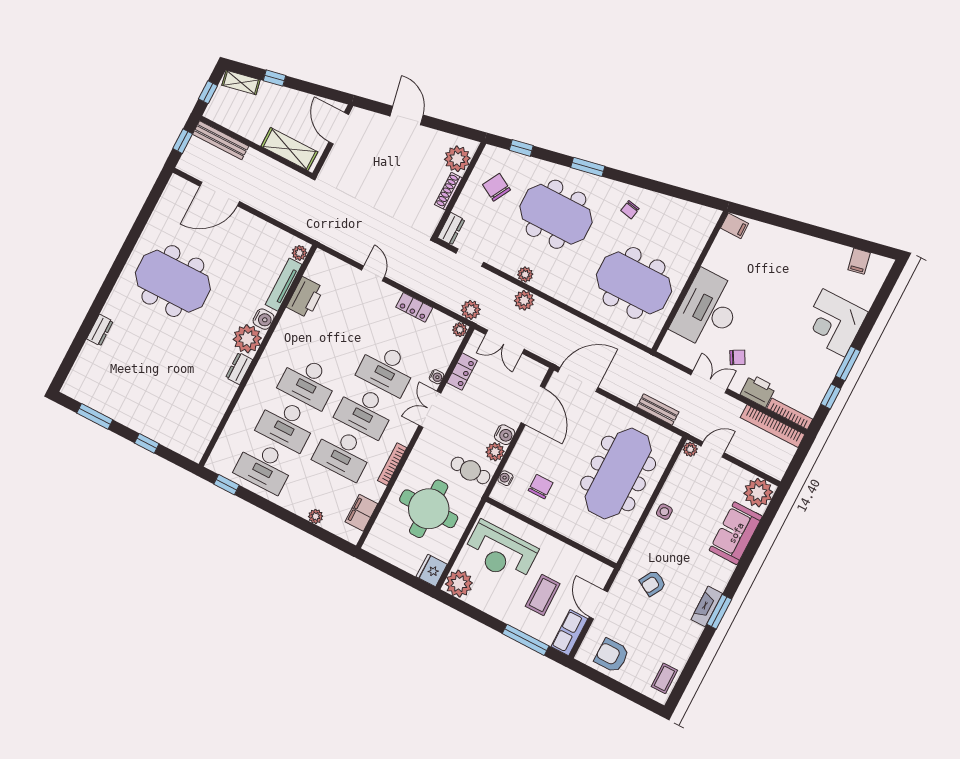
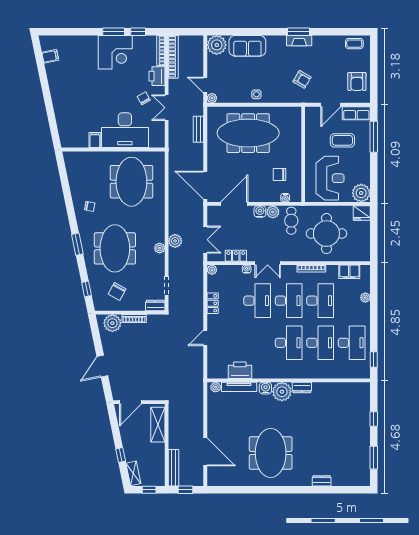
filing cabinet: (735, 226) -> (95, 140), moved
plant: (471, 310) -> (197, 269), removed
corner desk: (834, 323) -> (115, 52), moved

